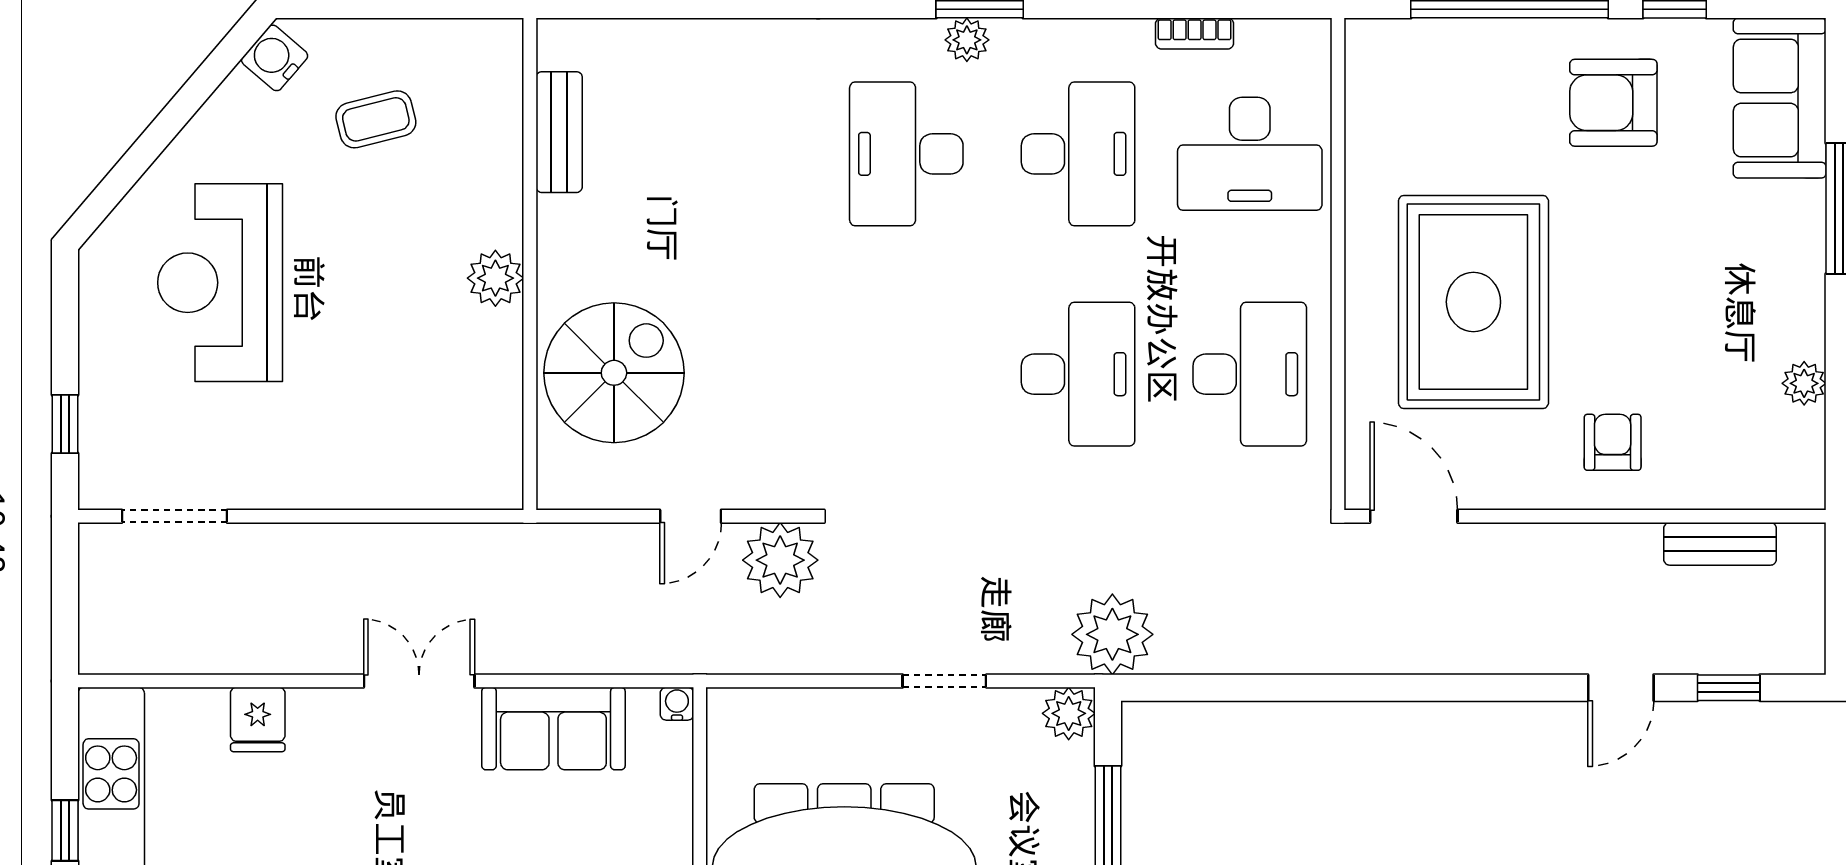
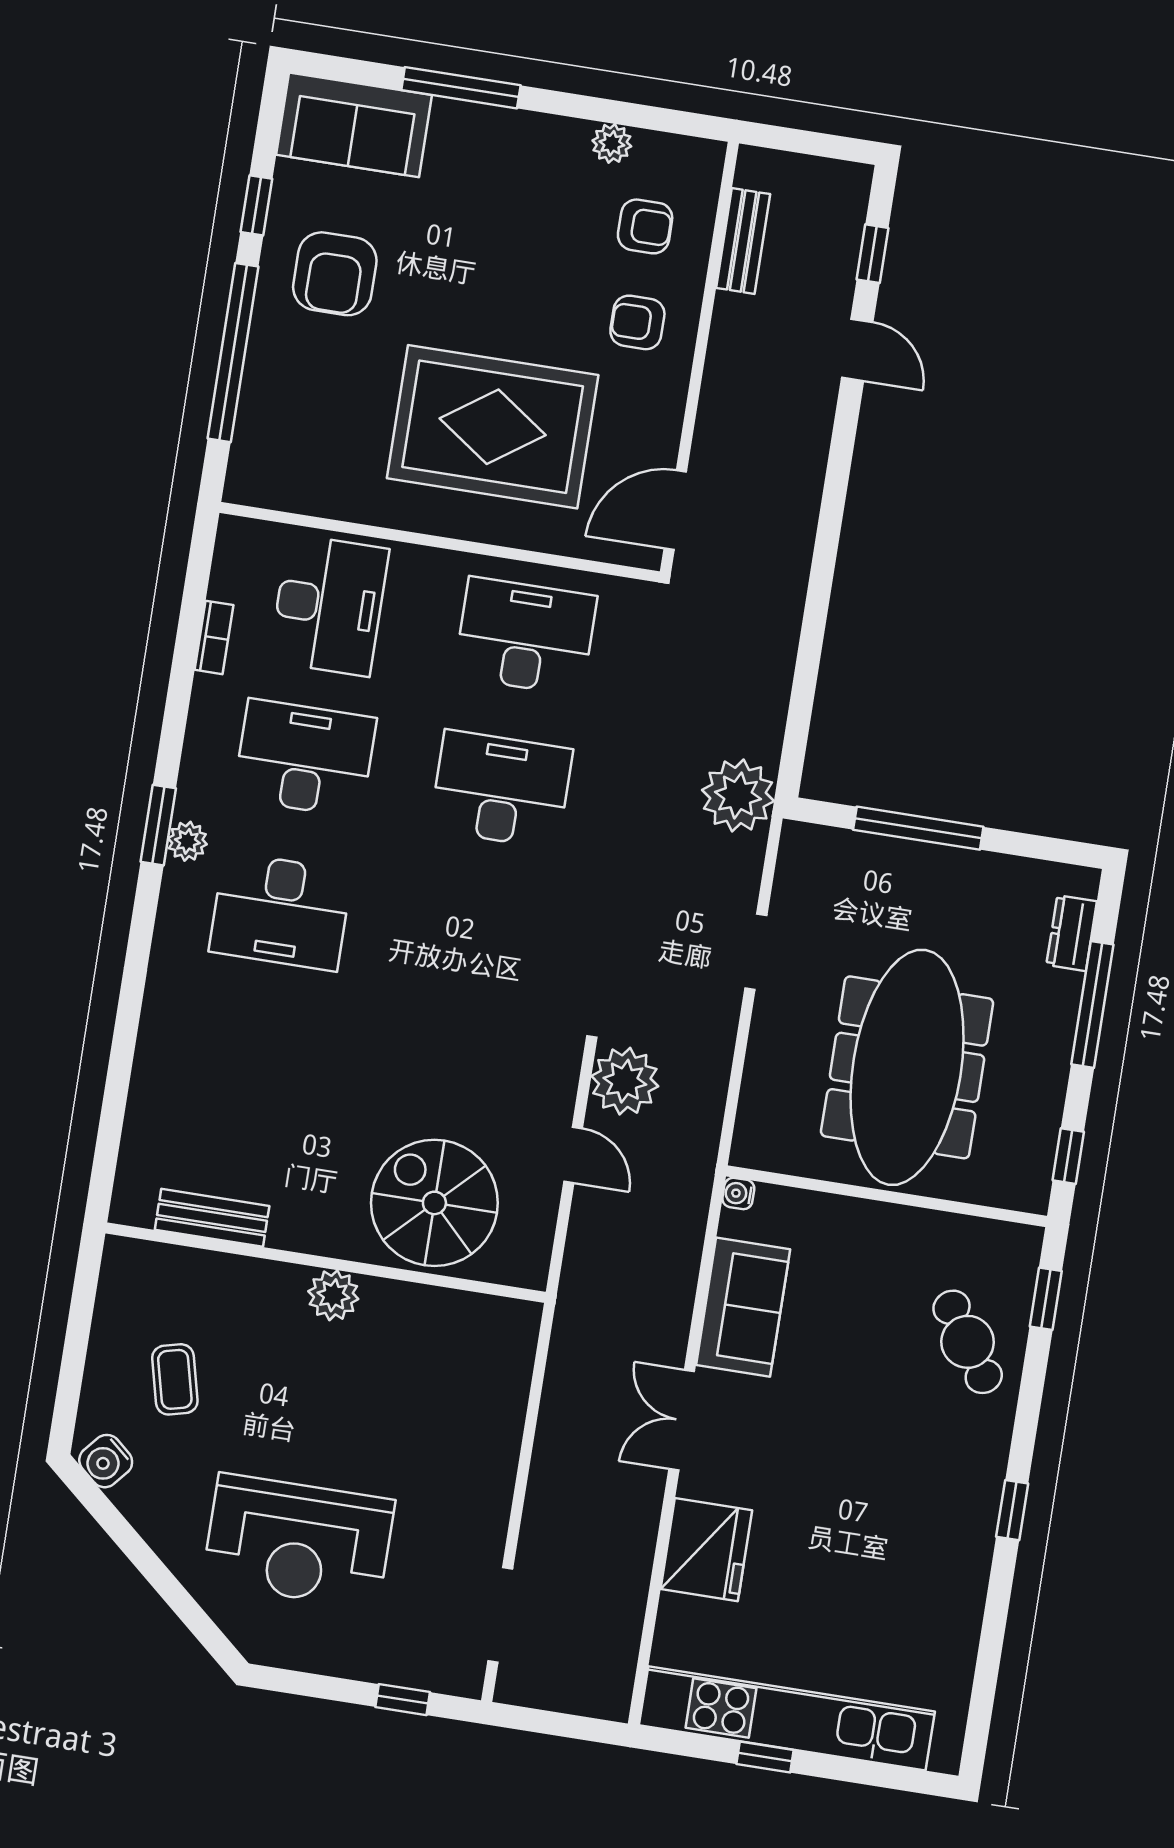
armchair: (1719, 434) -> (645, 226), added
plant: (1069, 713) -> (802, 846), removed
fridge: (258, 719) -> (706, 1550), width x1.88, depth x1.34

